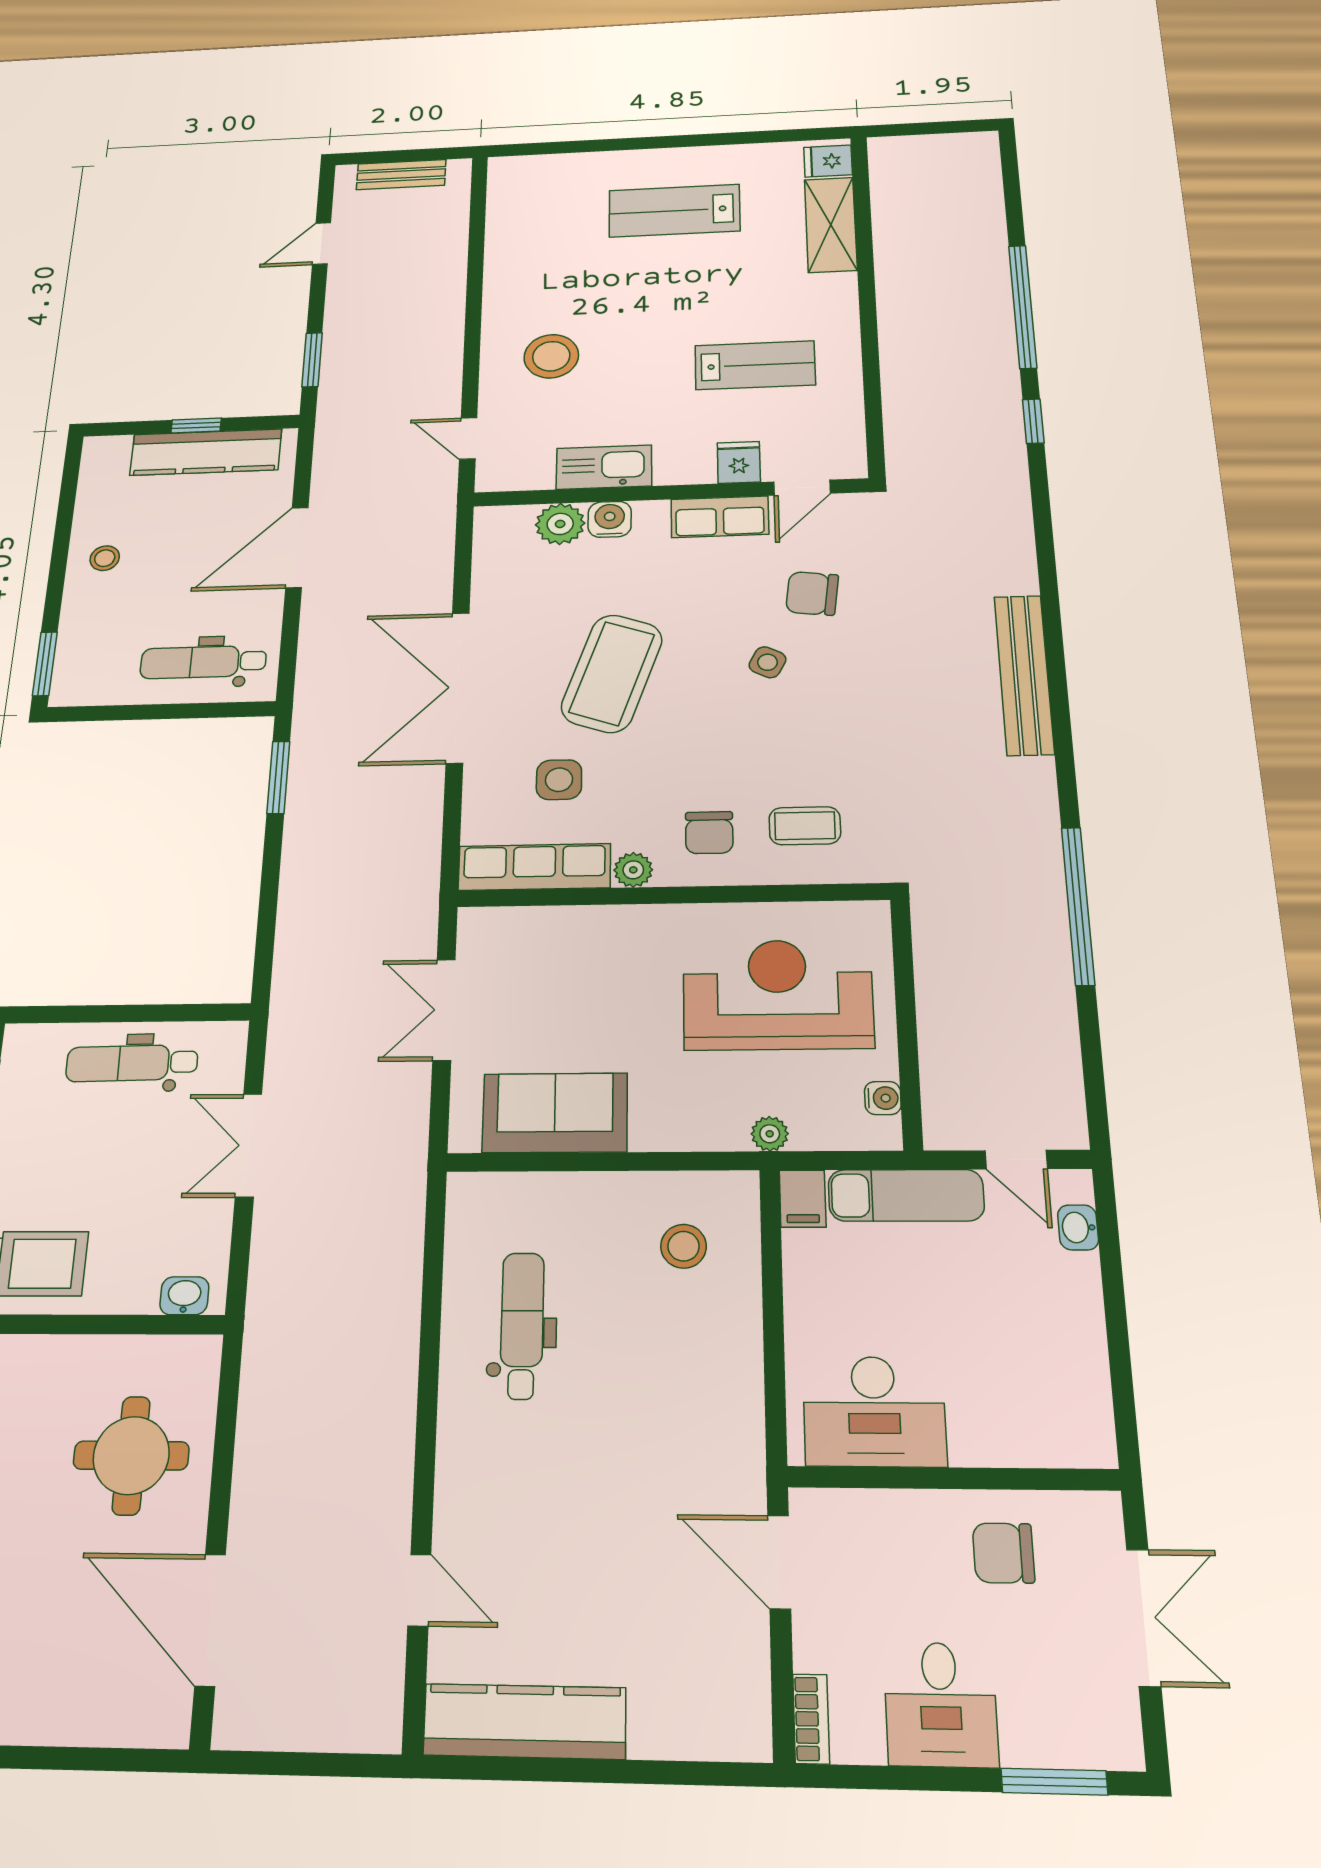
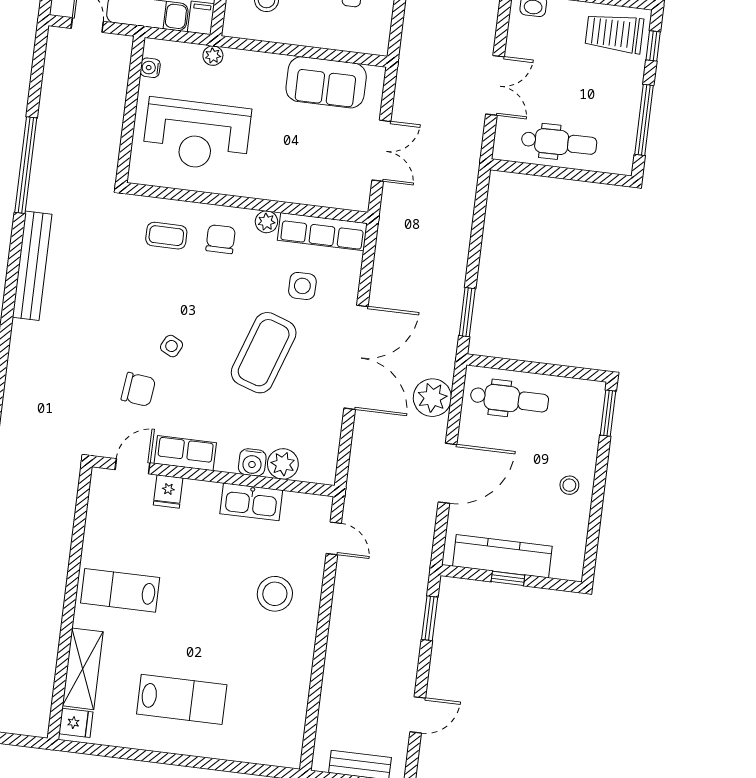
lab bench: (755, 365) -> (120, 590), moved
plant: (328, 647) -> (432, 398), added
bench: (1024, 675) -> (32, 266), moved

